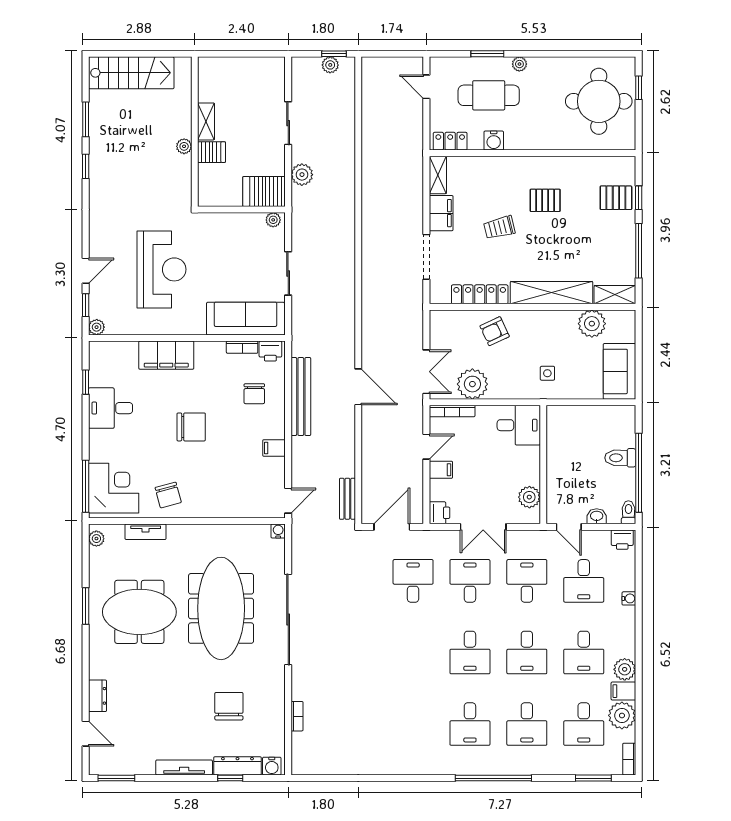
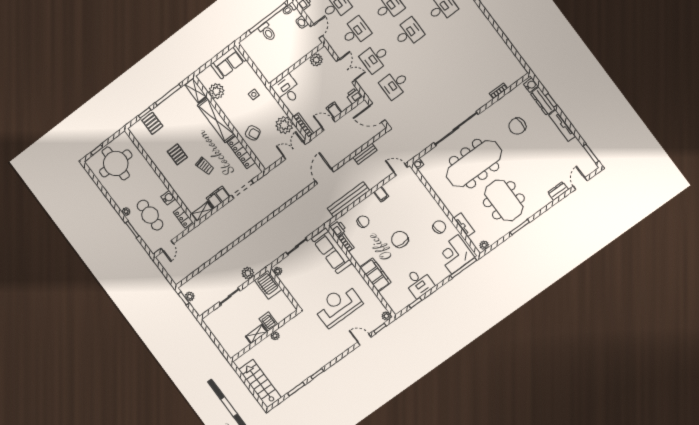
bench: (347, 499) -> (365, 154), moved
desk: (527, 581) -> (356, 32), turned 180

